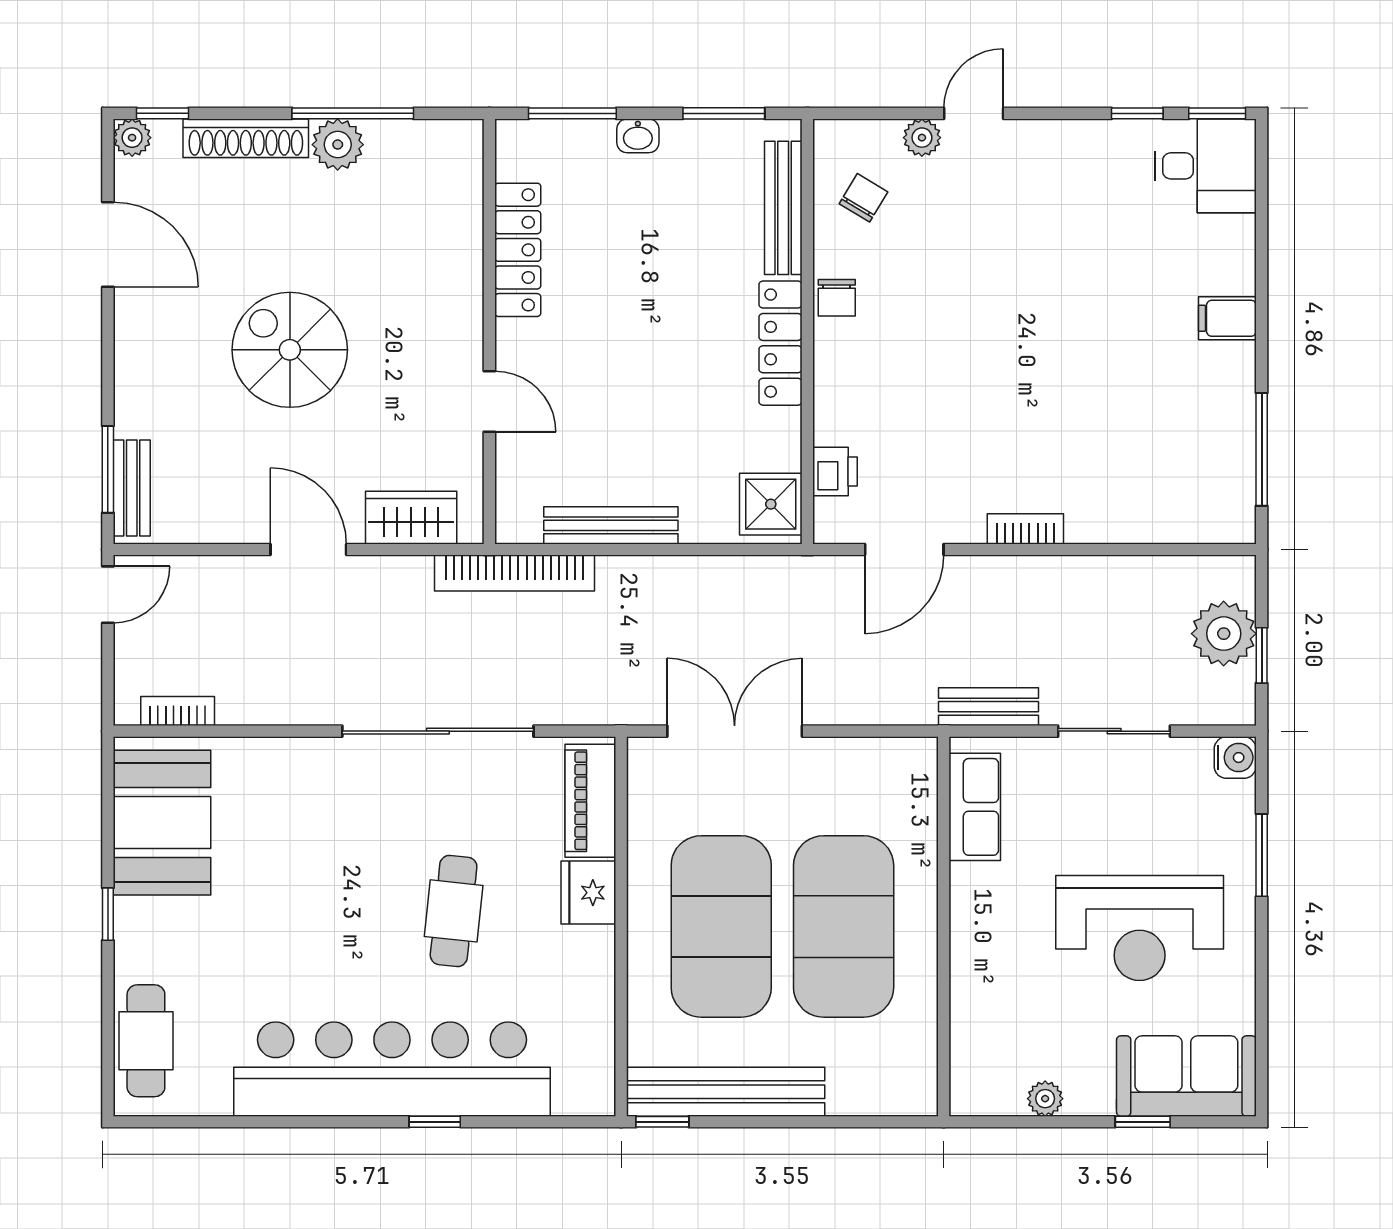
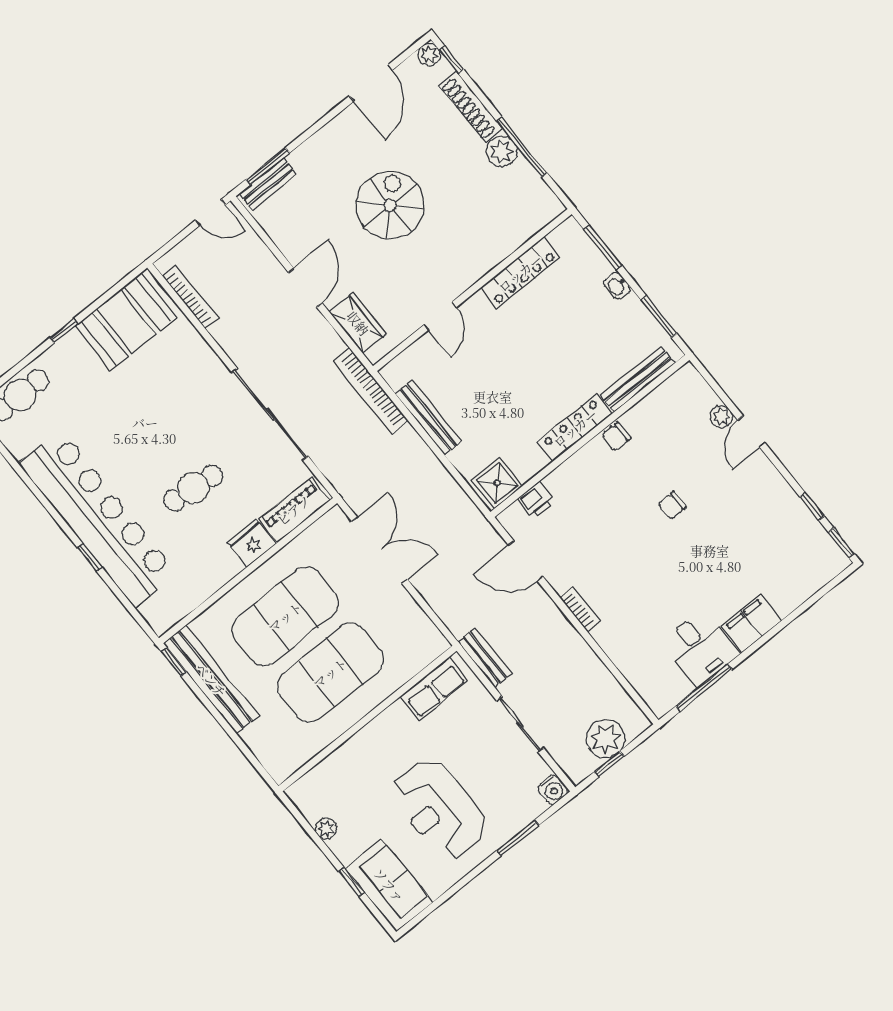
door: (974, 113) -> (751, 431), swing flipped
desk: (1205, 166) -> (700, 648), moved
chair: (863, 198) -> (672, 506), moved, turned 149
filing cabinet: (1227, 318) -> (751, 624), width x2.00
bookcase: (178, 711) -> (191, 297), width x1.56

